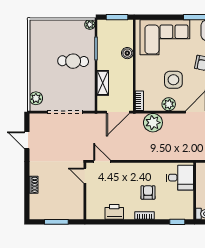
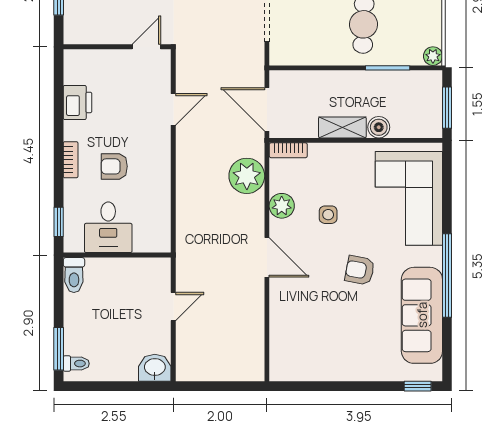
side table: (173, 80) -> (328, 215), width x0.54, depth x0.54
shelving: (103, 83) -> (342, 127), moved
door: (102, 161) -> (173, 109), moved
desk: (180, 178) -> (108, 227), moved
armchair: (148, 192) -> (114, 166), turned 180

